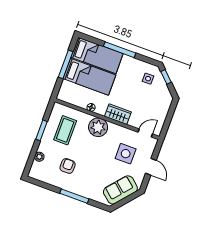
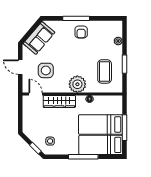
wardrobe: (118, 114) -> (59, 101), width x1.50
door: (145, 133) -> (36, 94), swing flipped
armchair: (68, 166) -> (81, 32), moved

